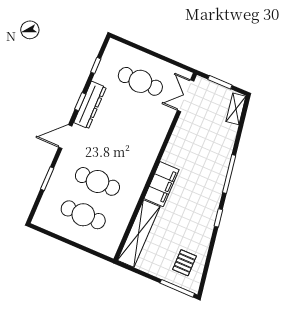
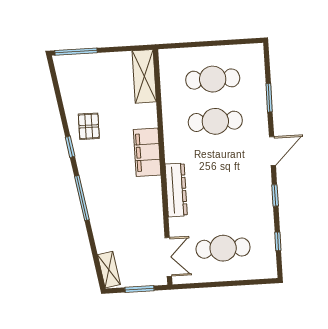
dresser: (90, 105) -> (176, 190), moved, turned 180
shelving: (139, 234) -> (144, 76), width x0.68
pallet: (184, 263) -> (89, 126), moved

